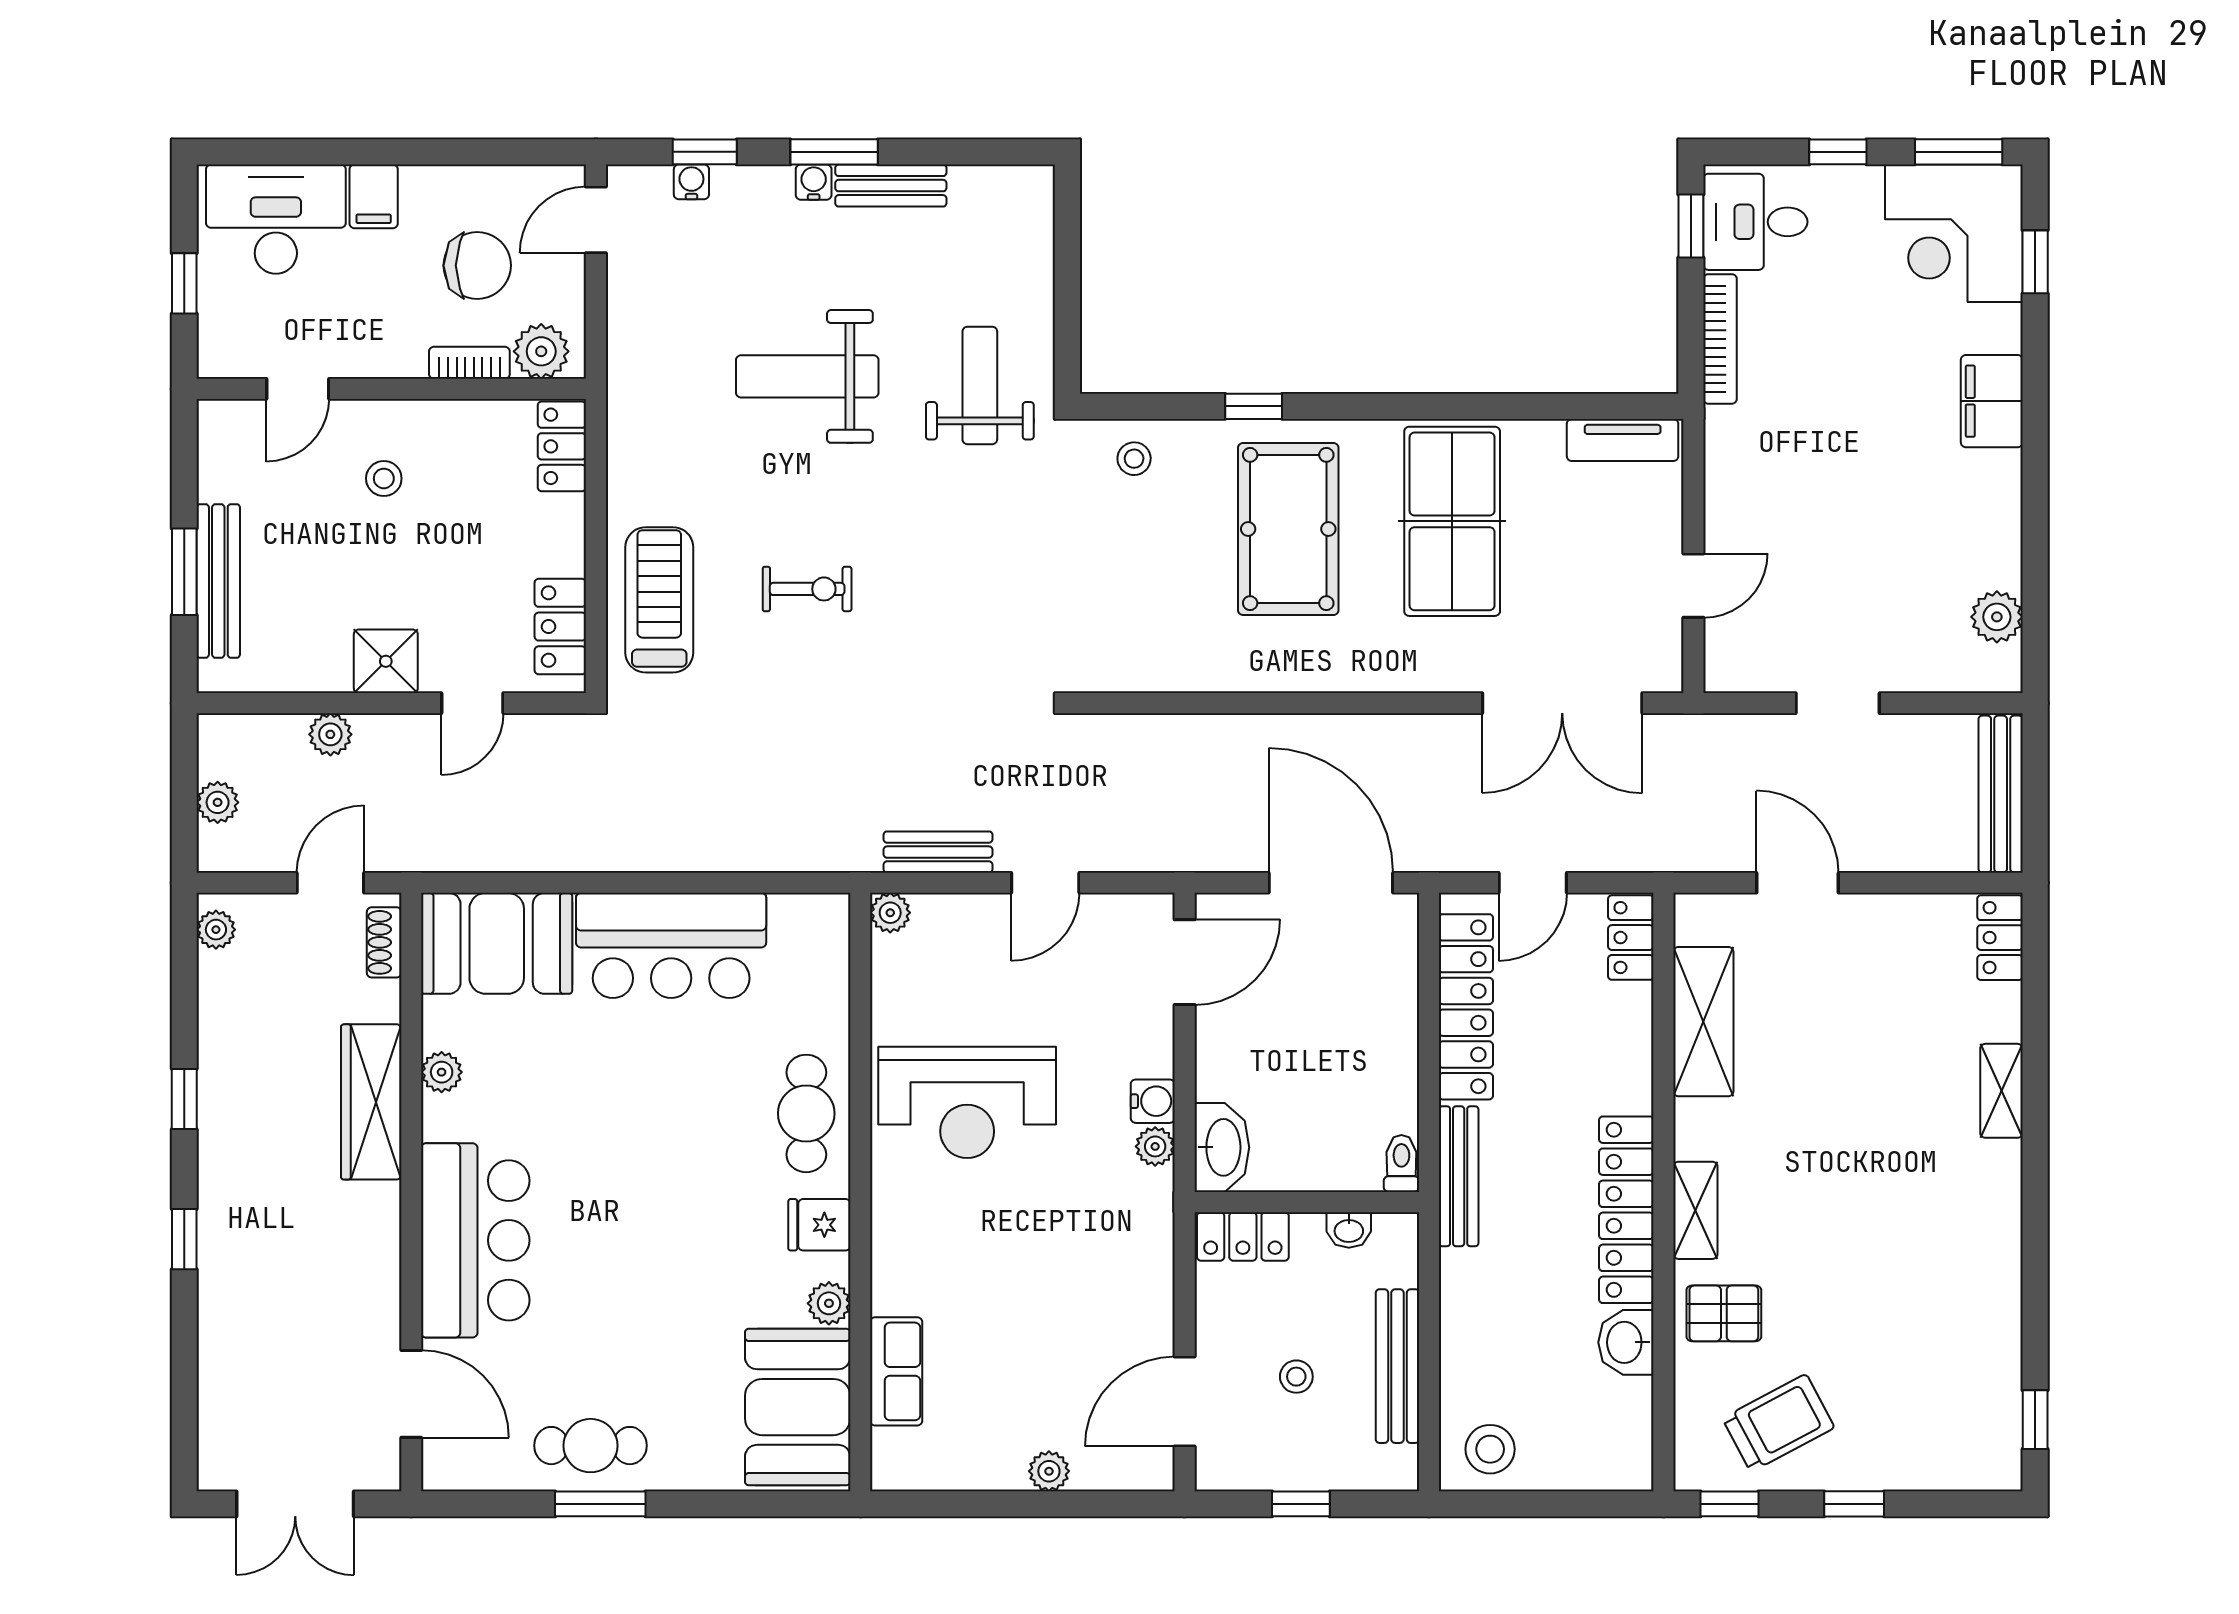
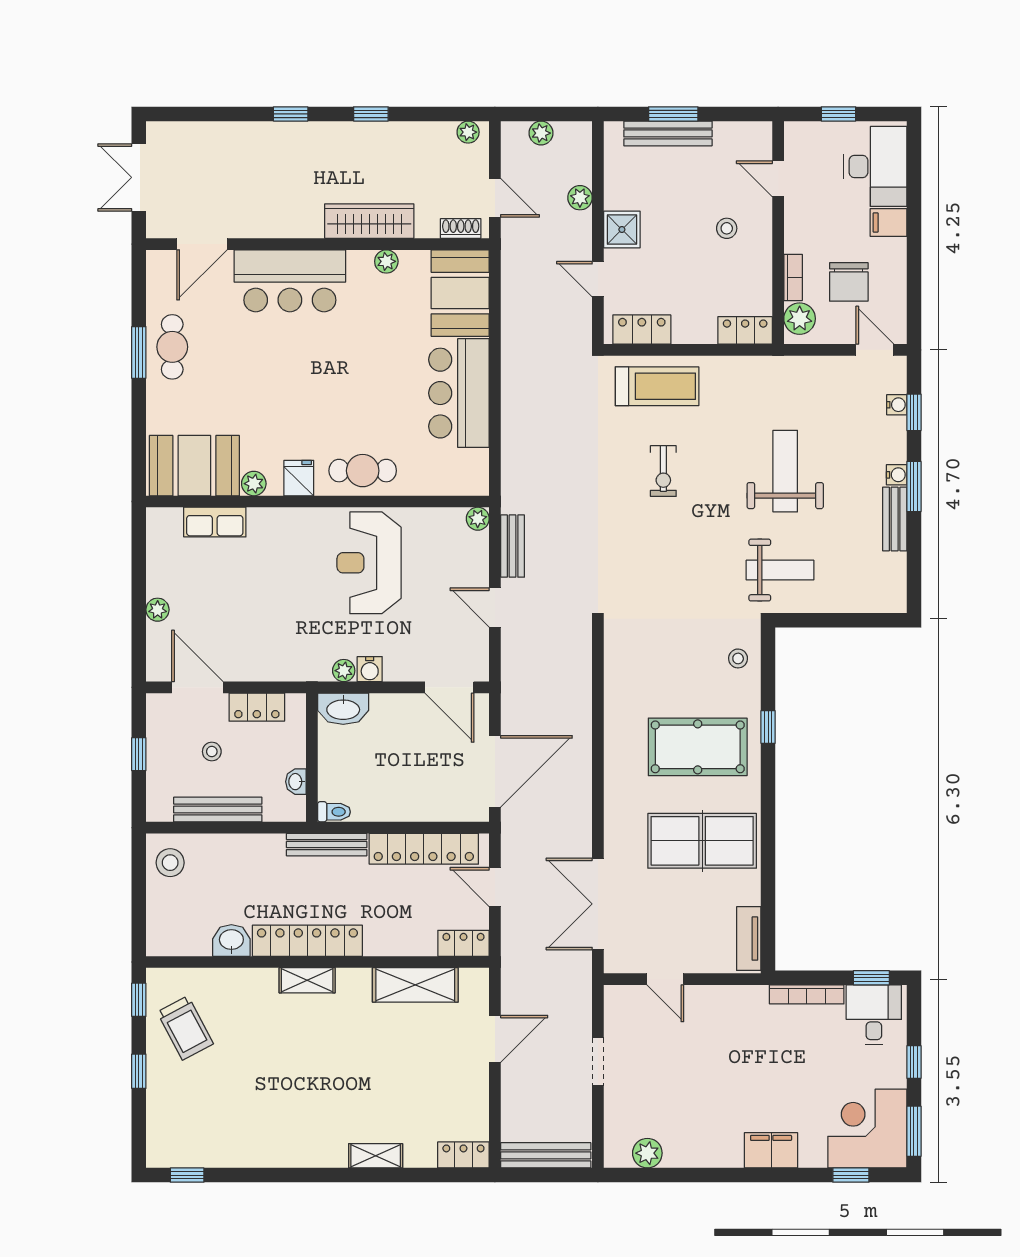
locker: (1243, 1236) -> (257, 707), moved, turned -90
pallet: (1724, 1313) -> (248, 997), removed

